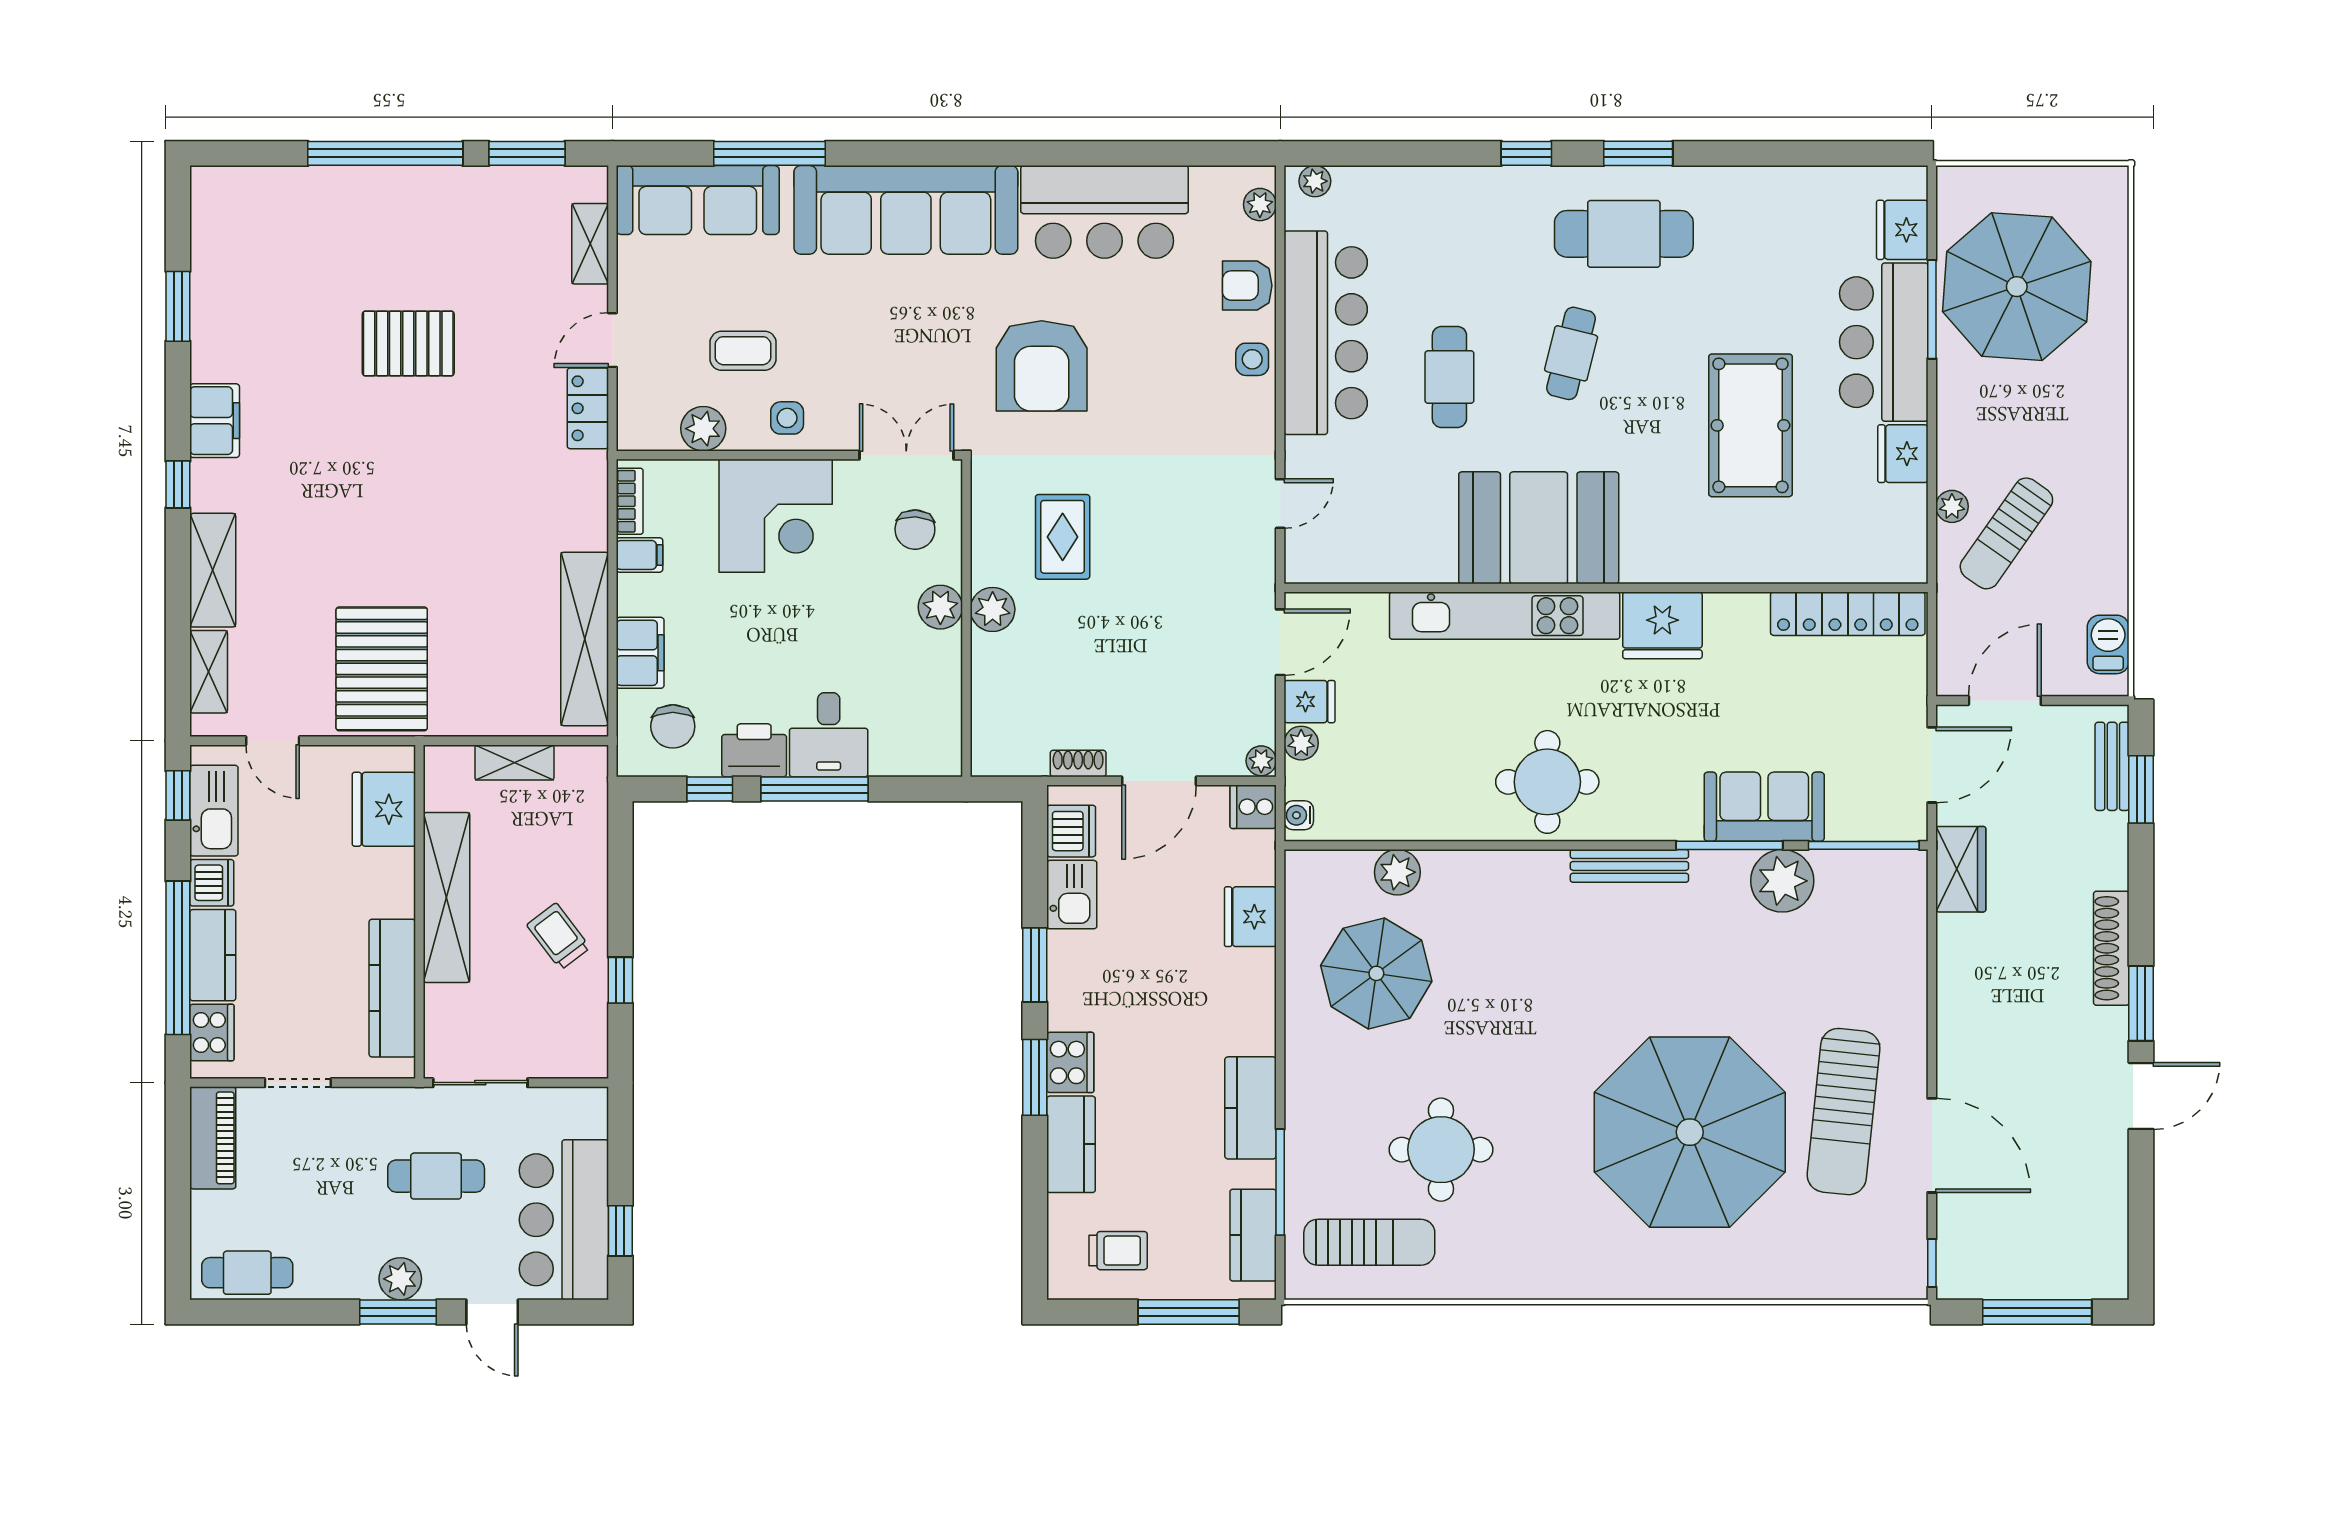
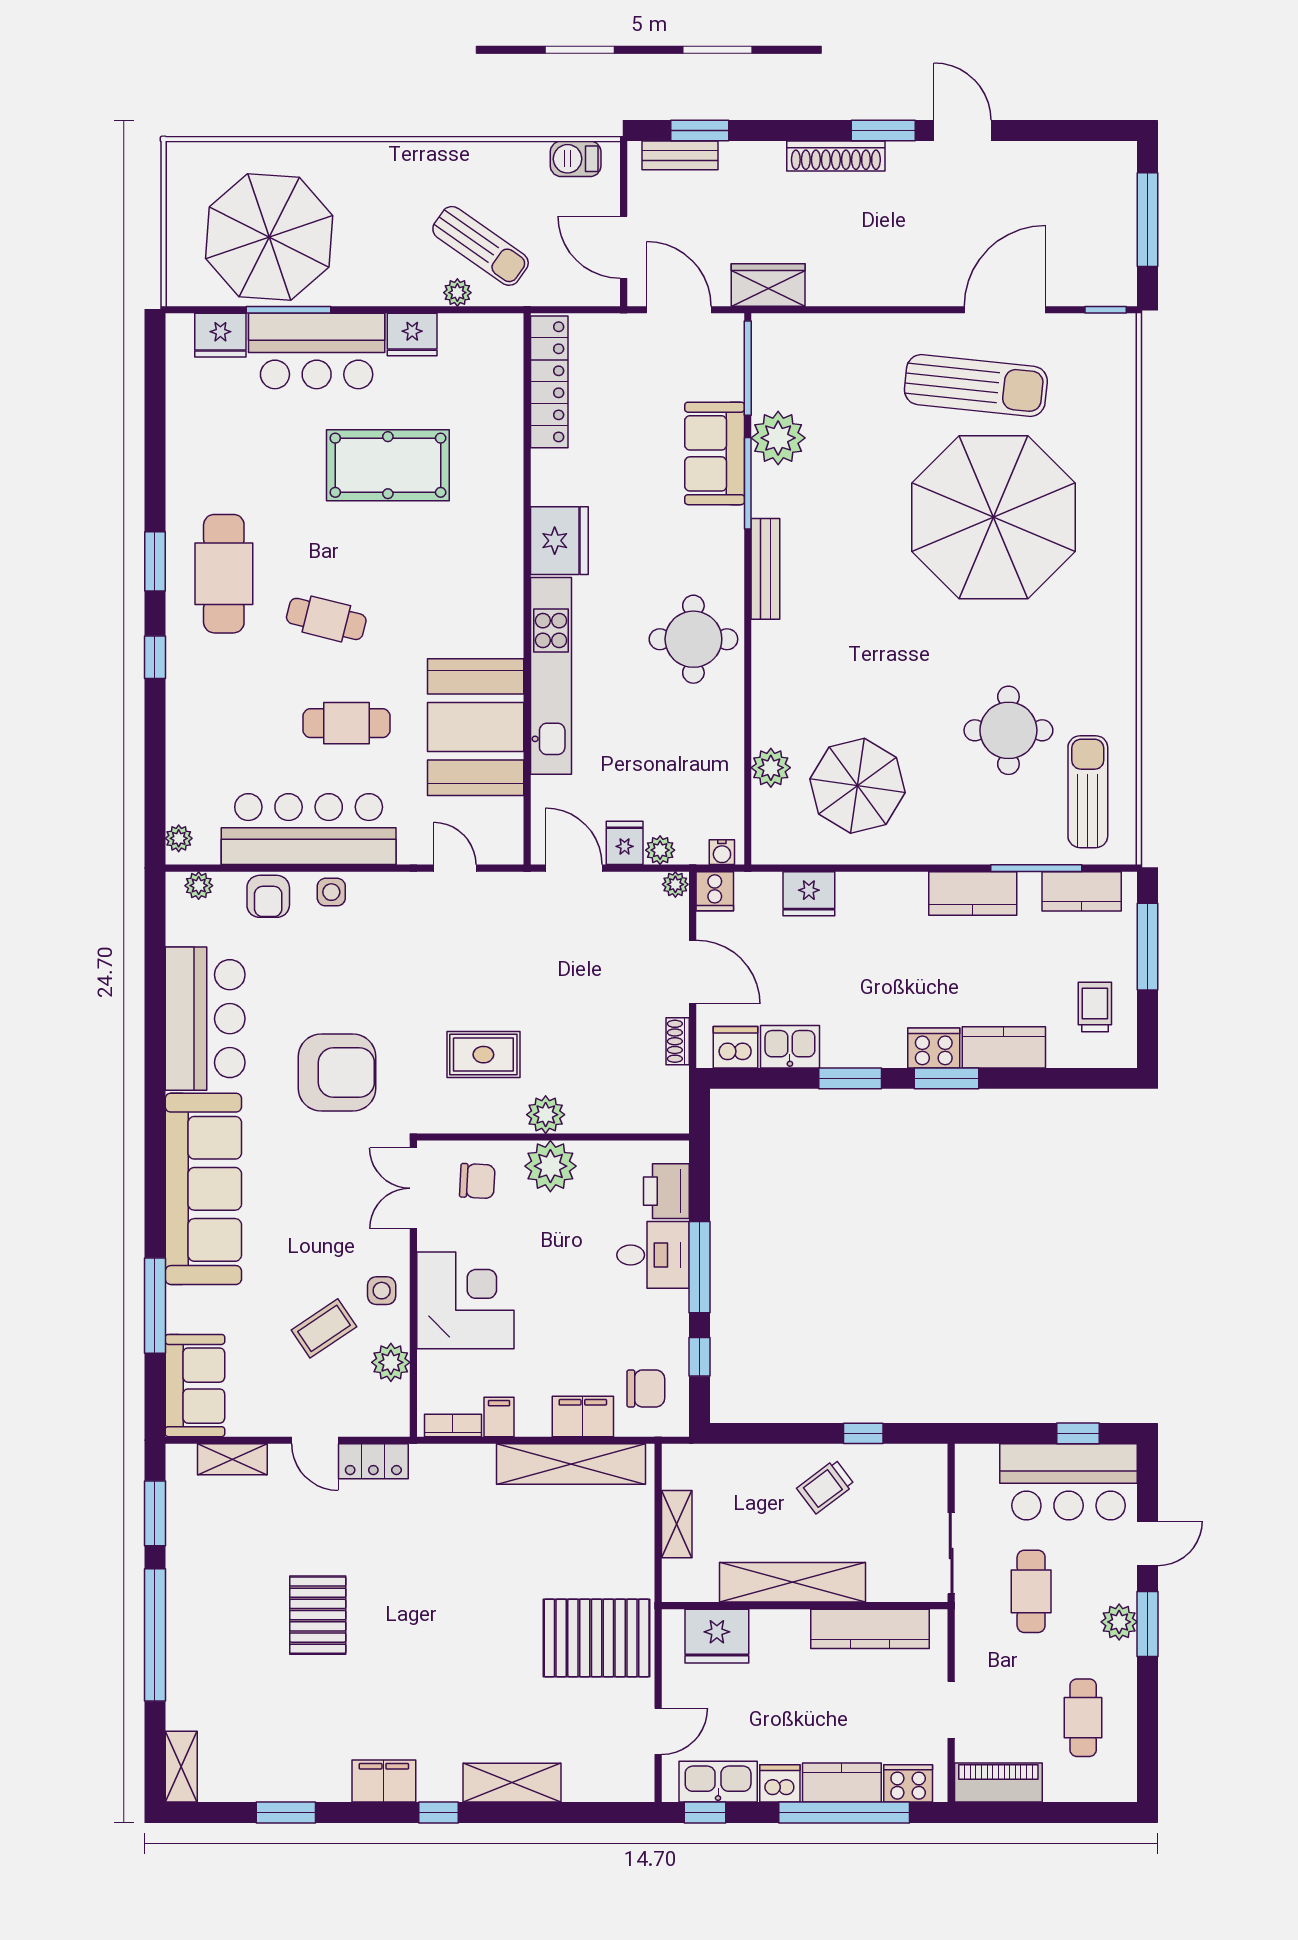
sofa: (698, 200) -> (195, 1386), width x0.73
coffee table: (743, 351) -> (324, 1328), turned 56
booth: (1539, 528) -> (476, 727), moved
plant: (940, 607) -> (550, 1166), width x1.36, depth x1.36
shelving: (209, 672) -> (181, 1767), moved, turned 90
printer: (754, 750) -> (666, 1191), moved
cafe table: (247, 1273) -> (1083, 1718), moved

